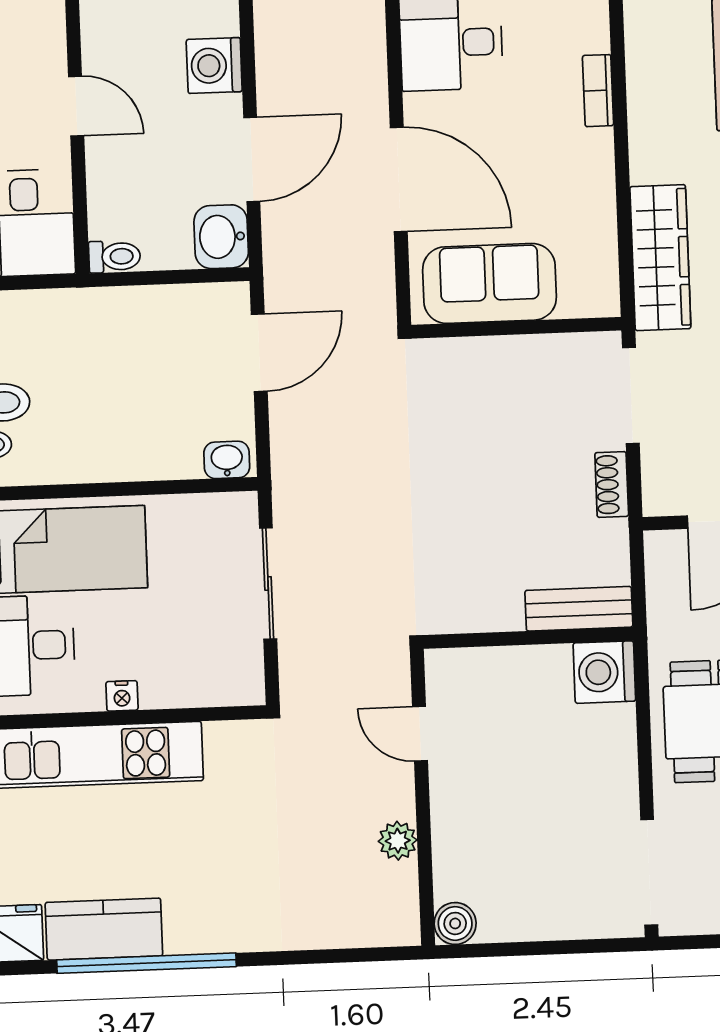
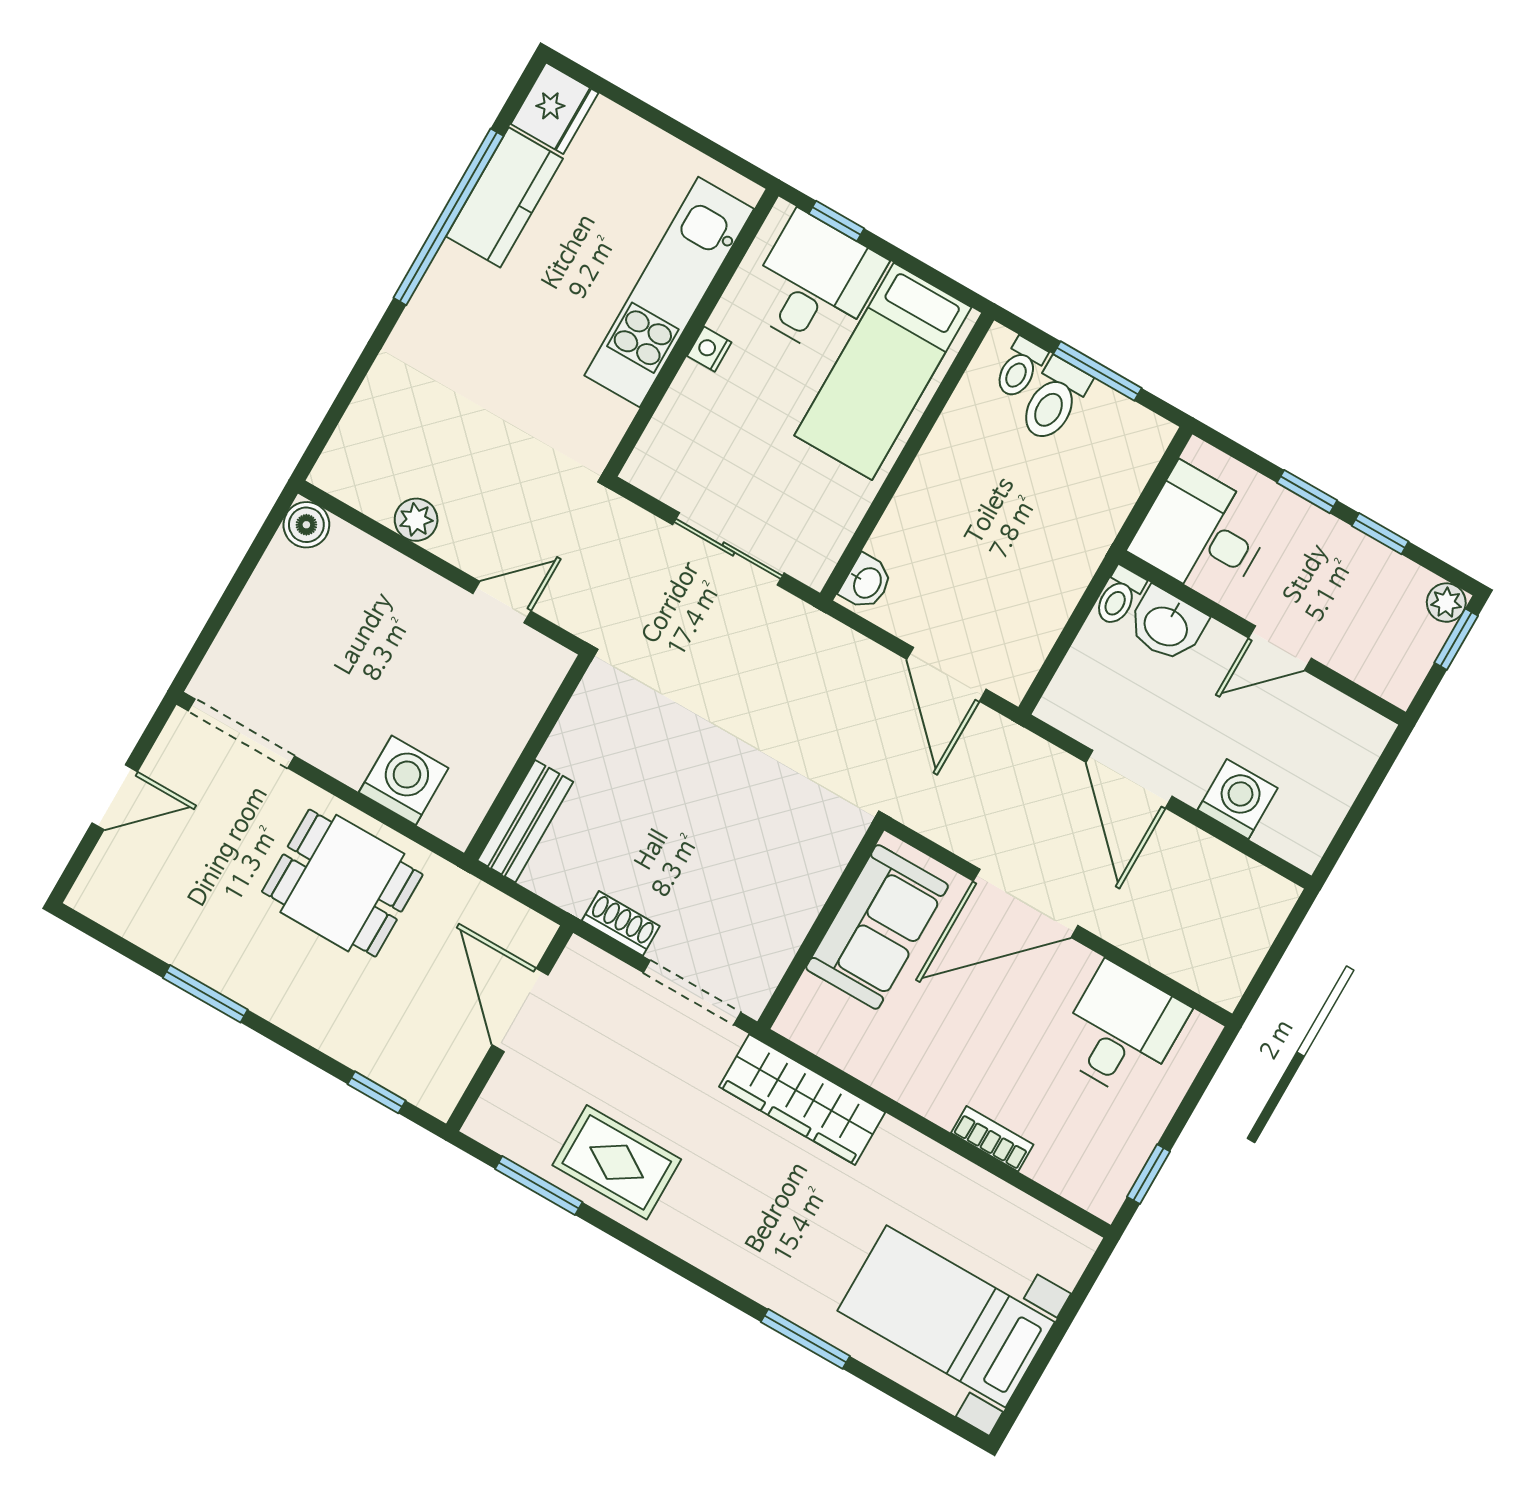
washbasin: (221, 237) -> (1167, 625), moved, turned 180
washing machine: (604, 672) -> (404, 780), moved

